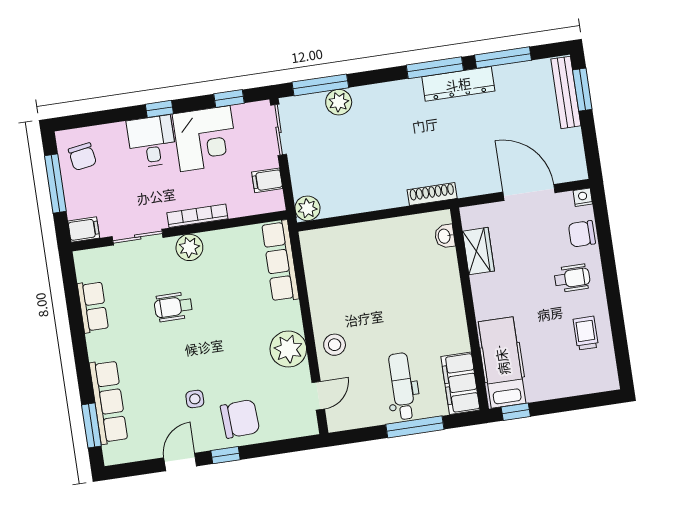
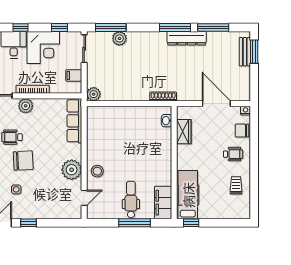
bench: (566, 92) -> (245, 52), width x0.73
chair: (240, 419) -> (23, 161), moved

